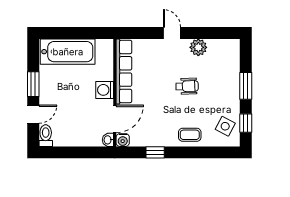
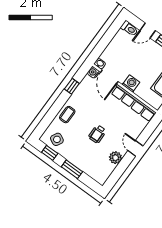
door: (172, 33) -> (135, 148), swing flipped
door: (33, 114) -> (148, 30), hinge flipped

